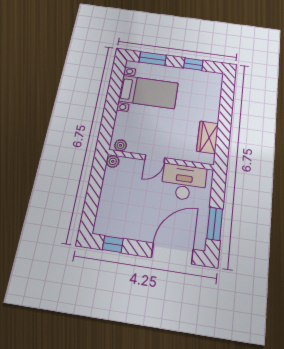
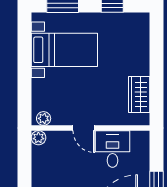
door: (155, 159) -> (84, 128), hinge flipped
desk: (184, 182) -> (113, 149), width x0.73

